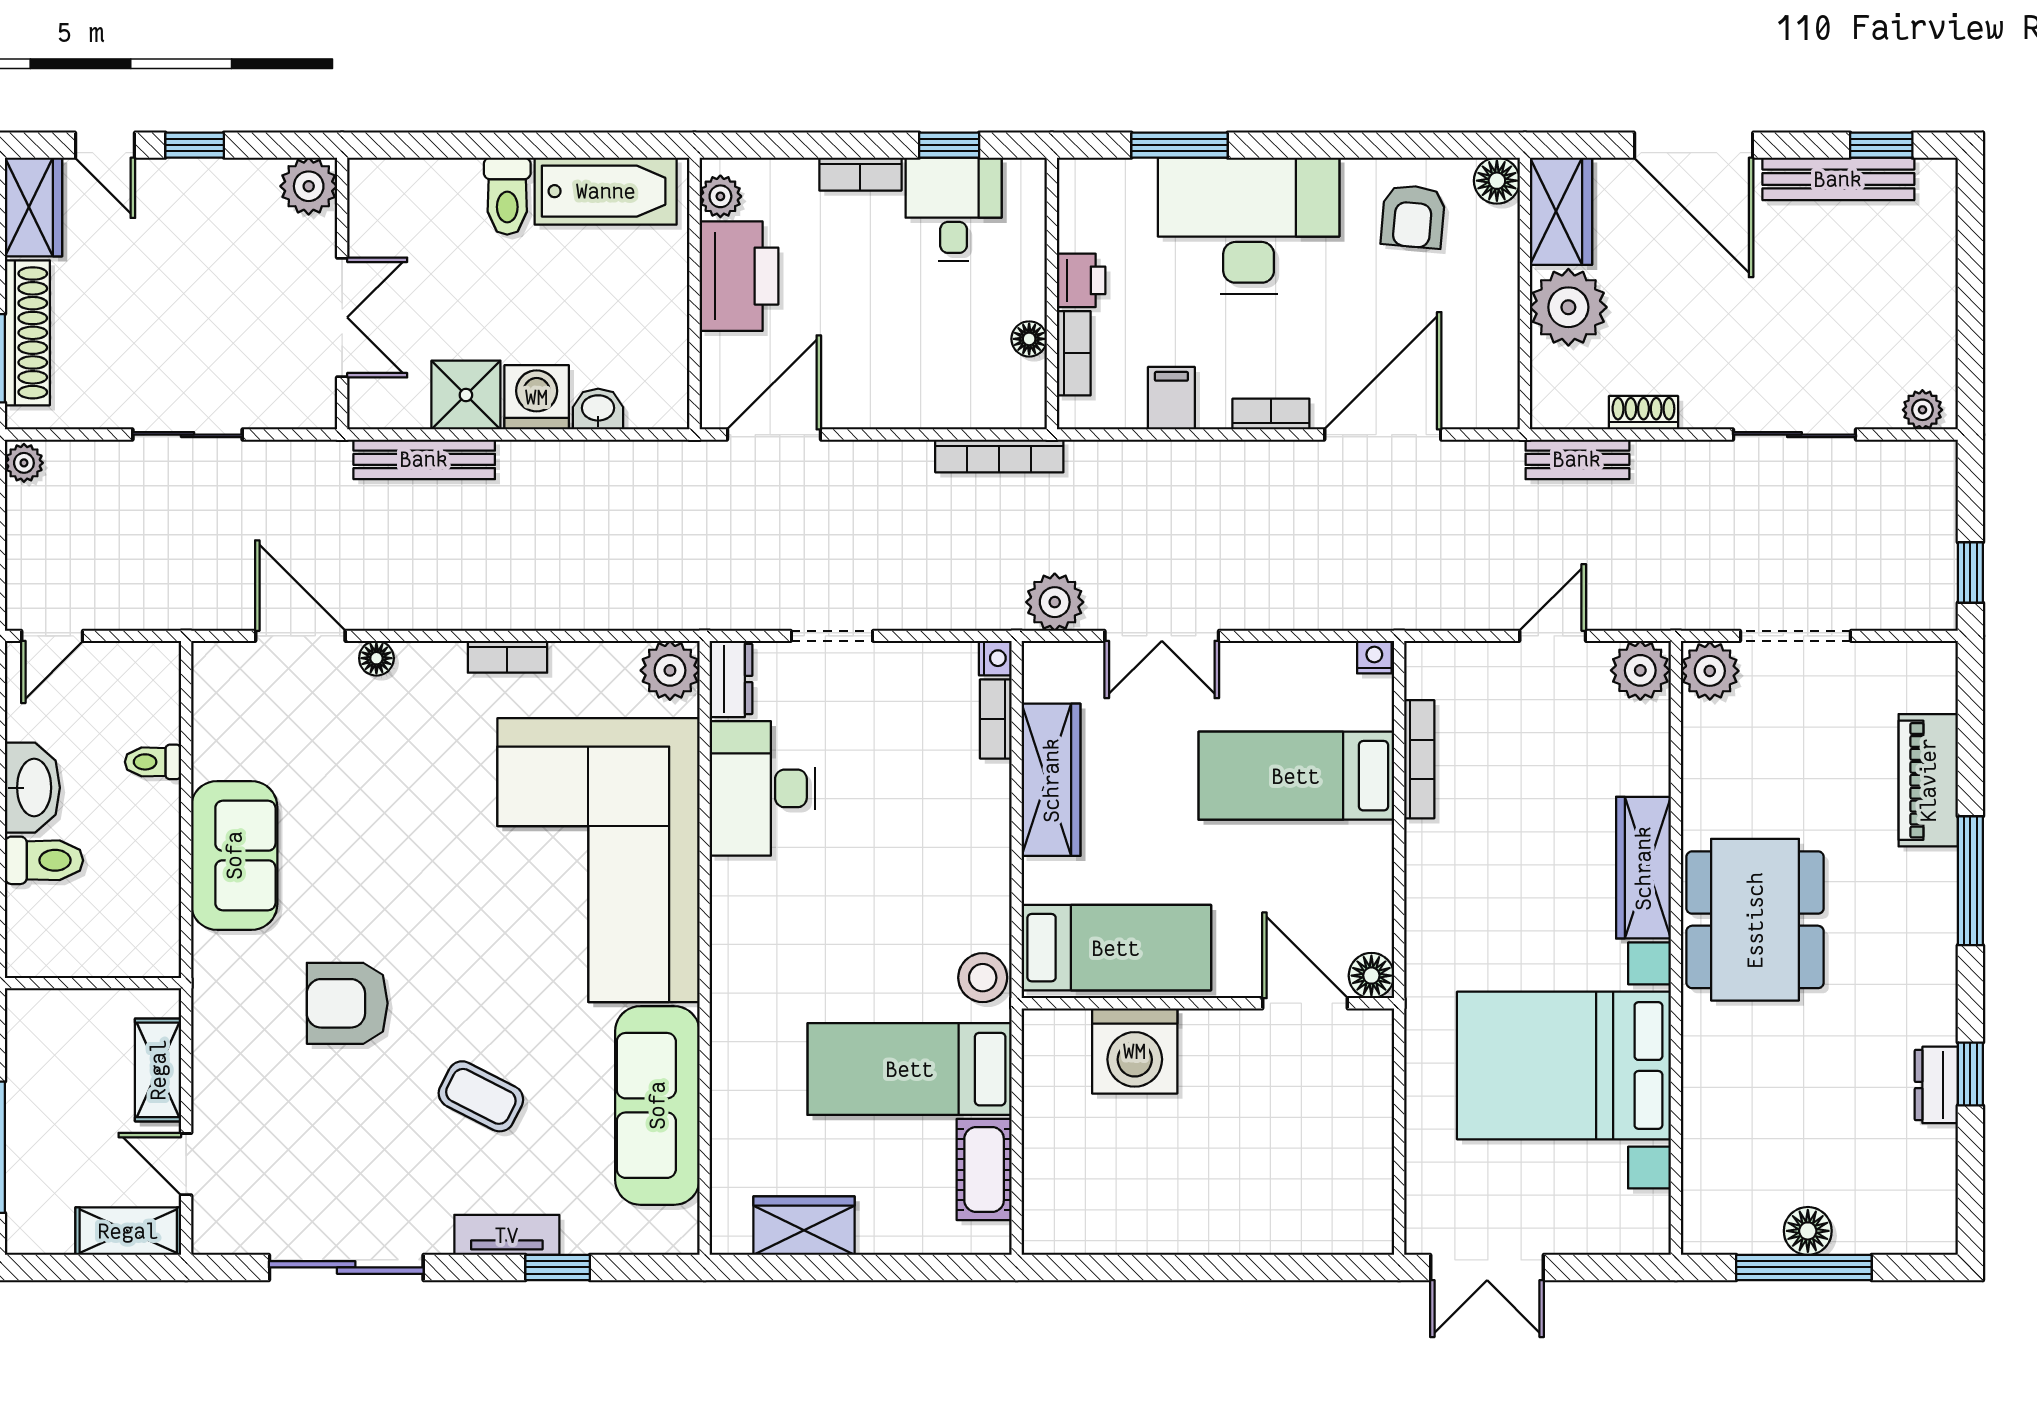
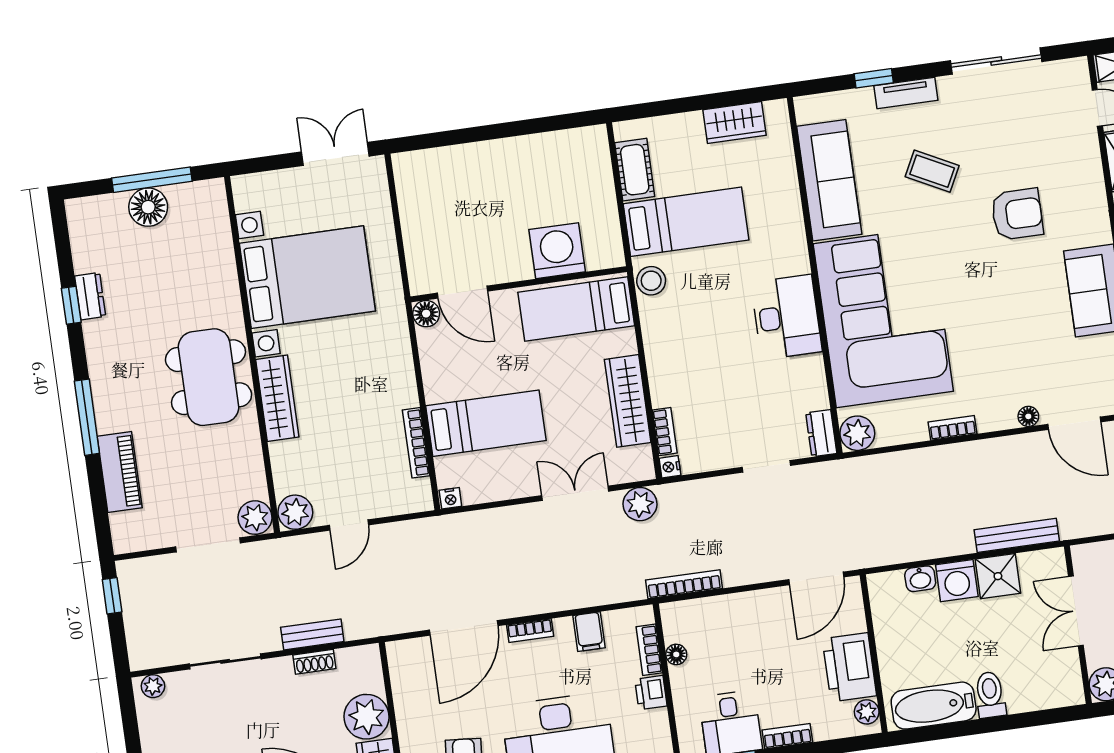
bench: (1577, 459) -> (312, 634), moved
desk: (762, 788) -> (786, 317), moved
floor lamp: (1808, 1231) -> (148, 207), width x1.38, depth x1.38

